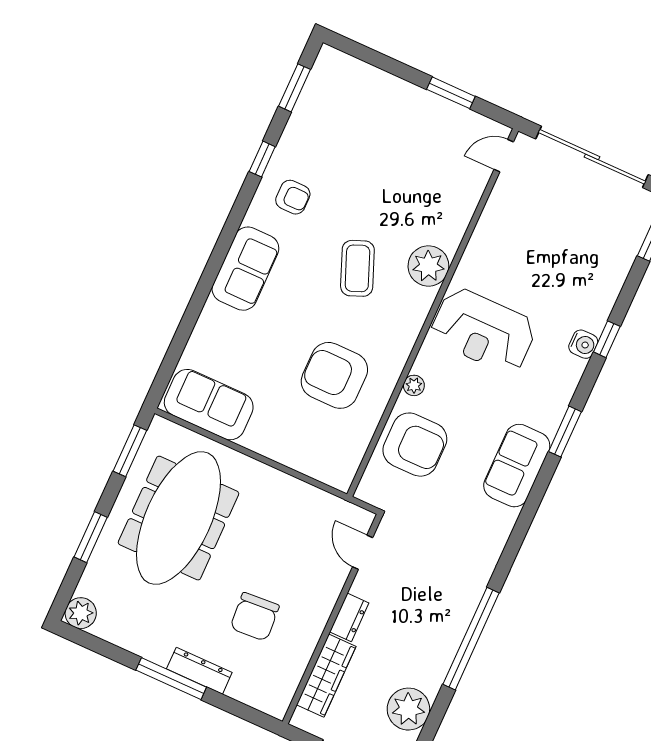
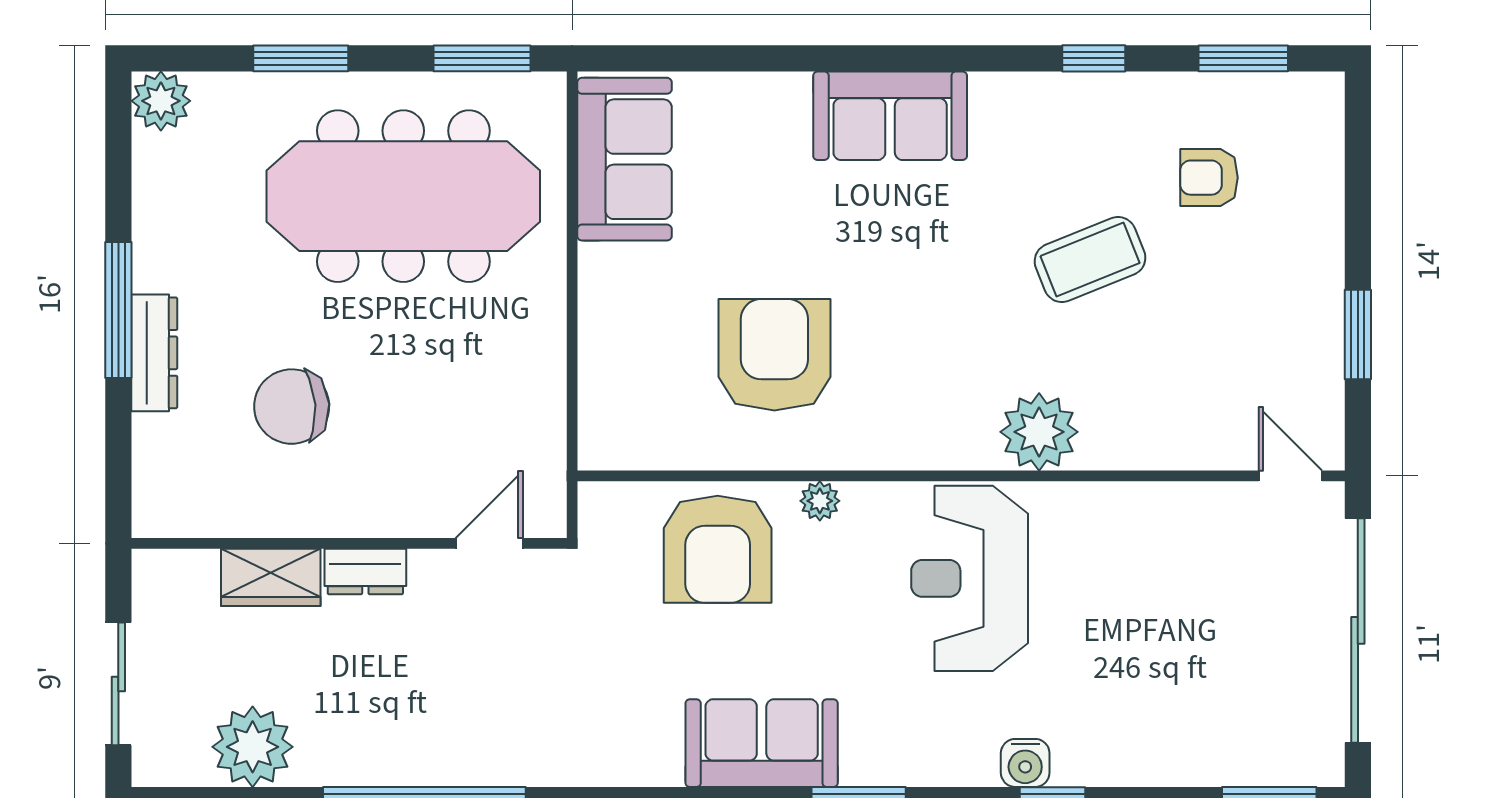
armchair: (293, 197) -> (1209, 178), moved, turned 90
coffee table: (357, 268) -> (1090, 260), moved
wardrobe: (326, 676) -> (271, 577), width x0.67

